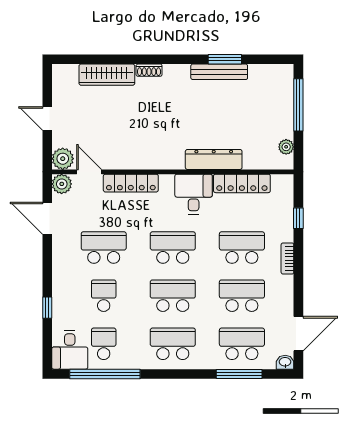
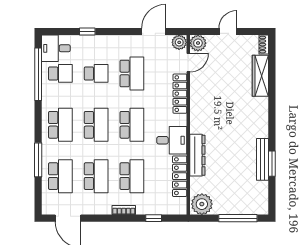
shoe rack: (149, 70) -> (264, 45), moved
plant: (286, 147) -> (202, 204), width x1.88, depth x1.88
washbasin: (285, 362) -> (47, 208), removed
window: (239, 374) -> (38, 160), moved

